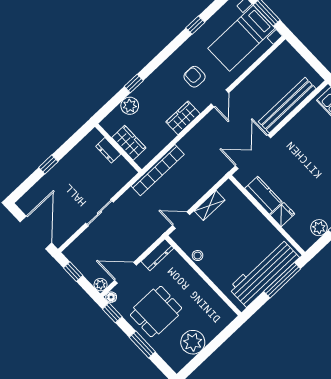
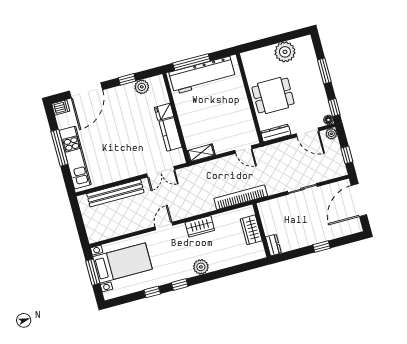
armchair: (195, 77) -> (174, 253), removed
window: (134, 83) -> (180, 285), moved
plant: (130, 106) -> (201, 267), moved
dresser: (108, 150) -> (273, 245), moved
double door: (253, 152) -> (161, 172), width x0.73
shelving: (210, 205) -> (201, 153), moved
stool: (198, 256) -> (246, 116), removed
dining table: (156, 312) -> (273, 95), moved

